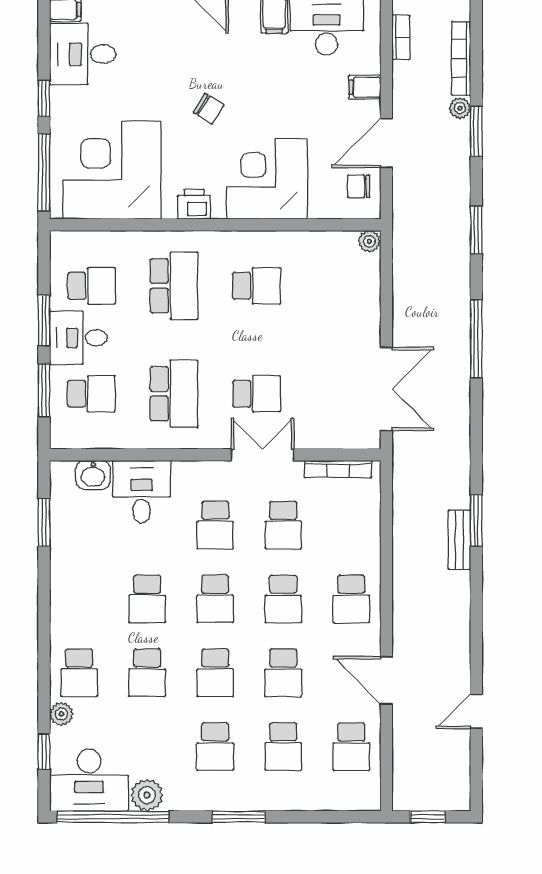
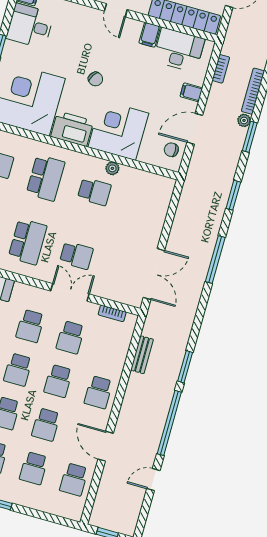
printer: (194, 204) -> (72, 129), width x1.87, depth x1.48
plant: (369, 241) -> (112, 168), moved
bookcase: (338, 469) -> (112, 313), width x0.64
bench: (459, 540) -> (142, 355), moved
window: (476, 616) -> (169, 423), added

